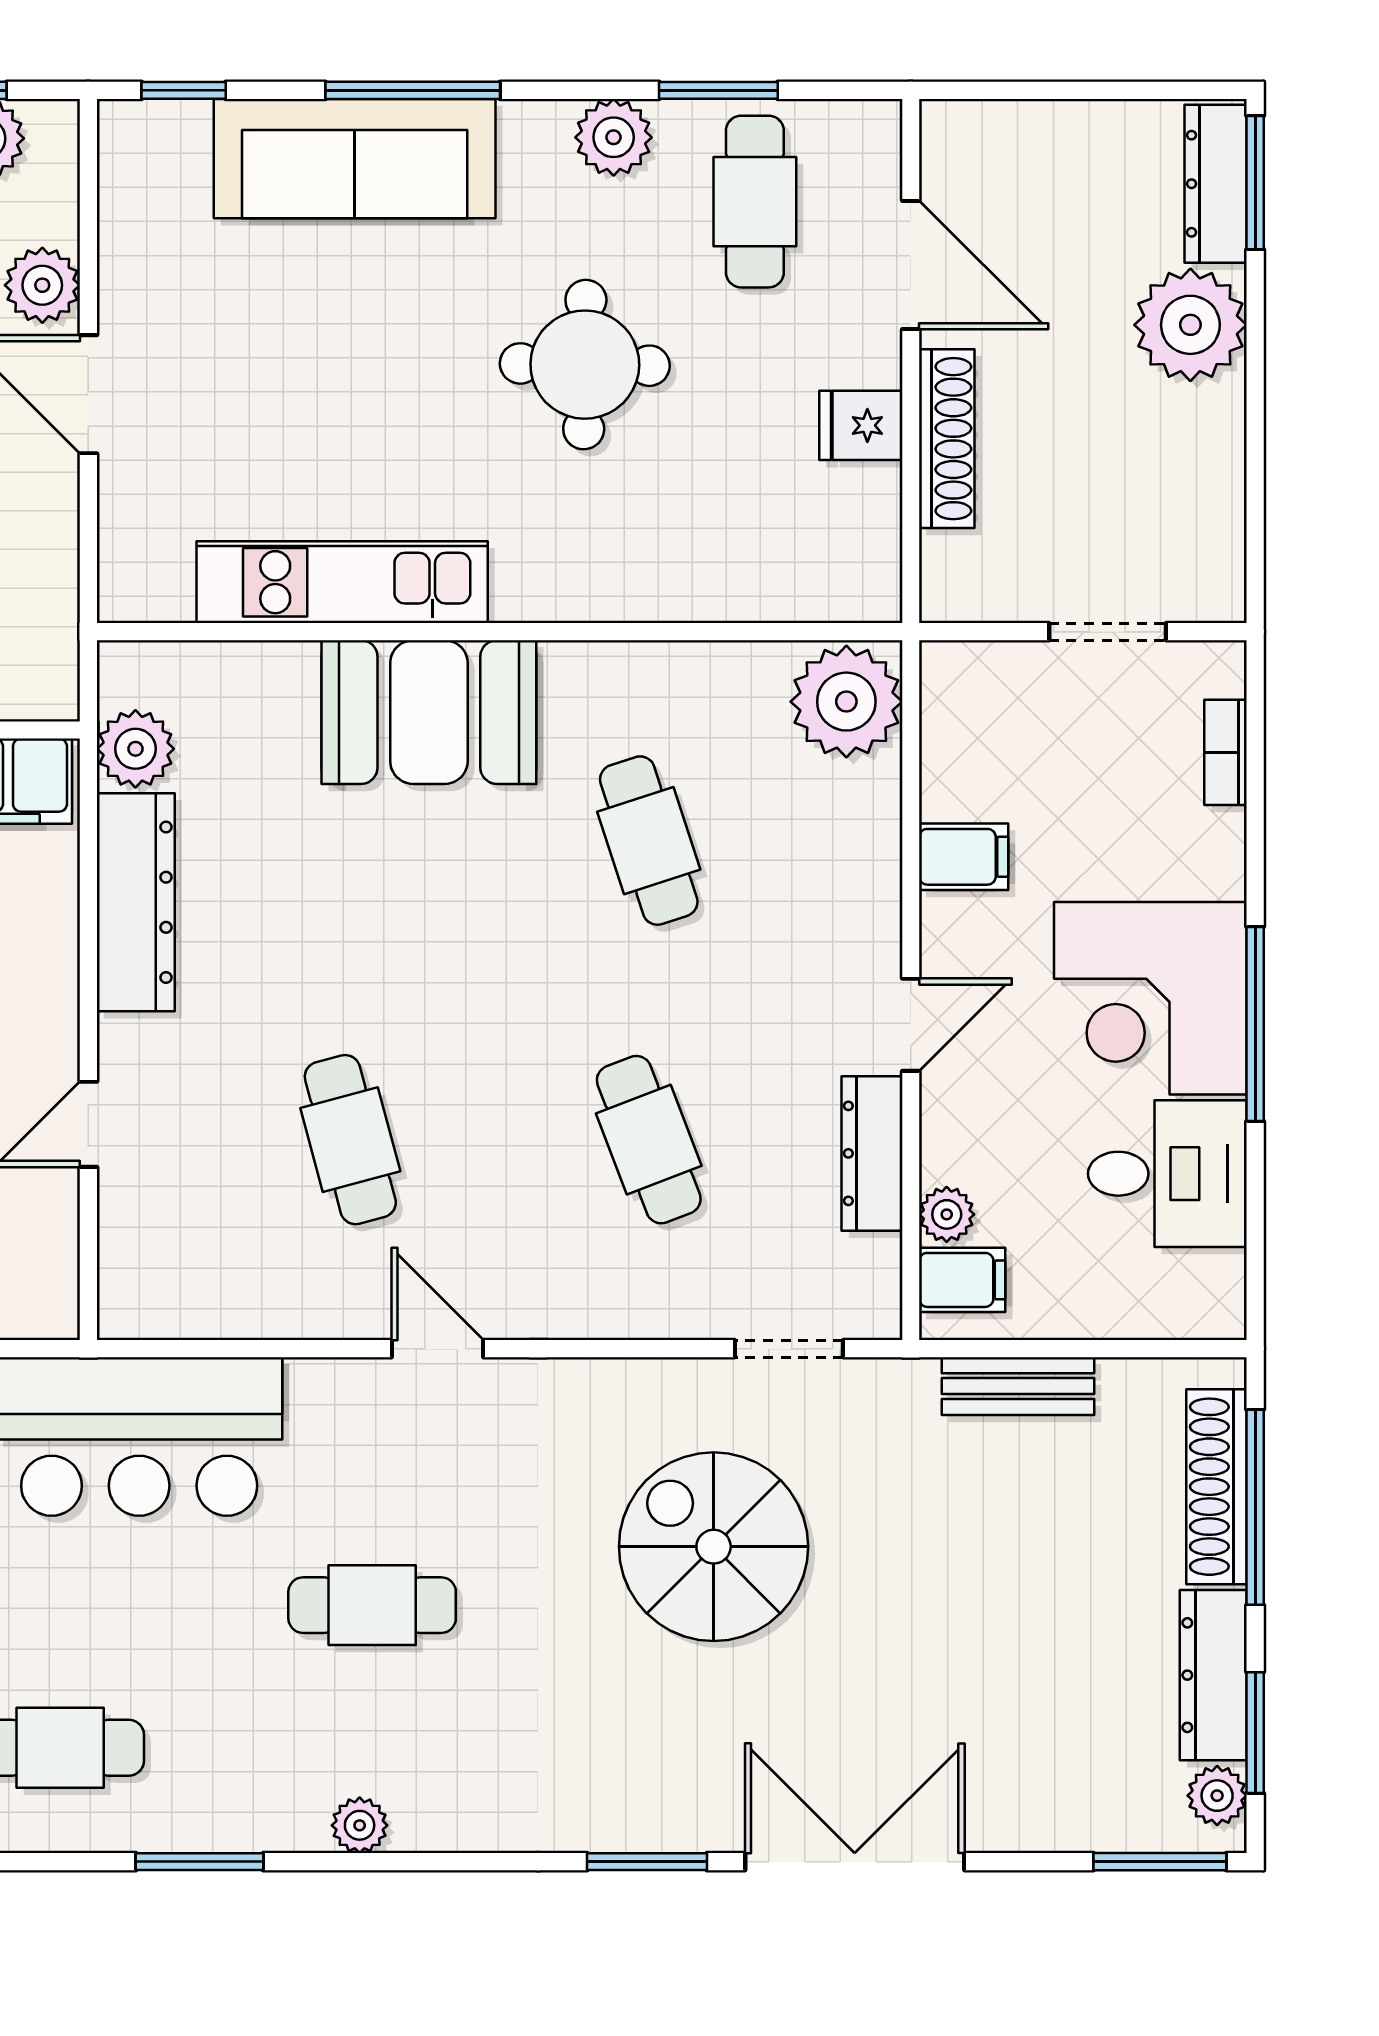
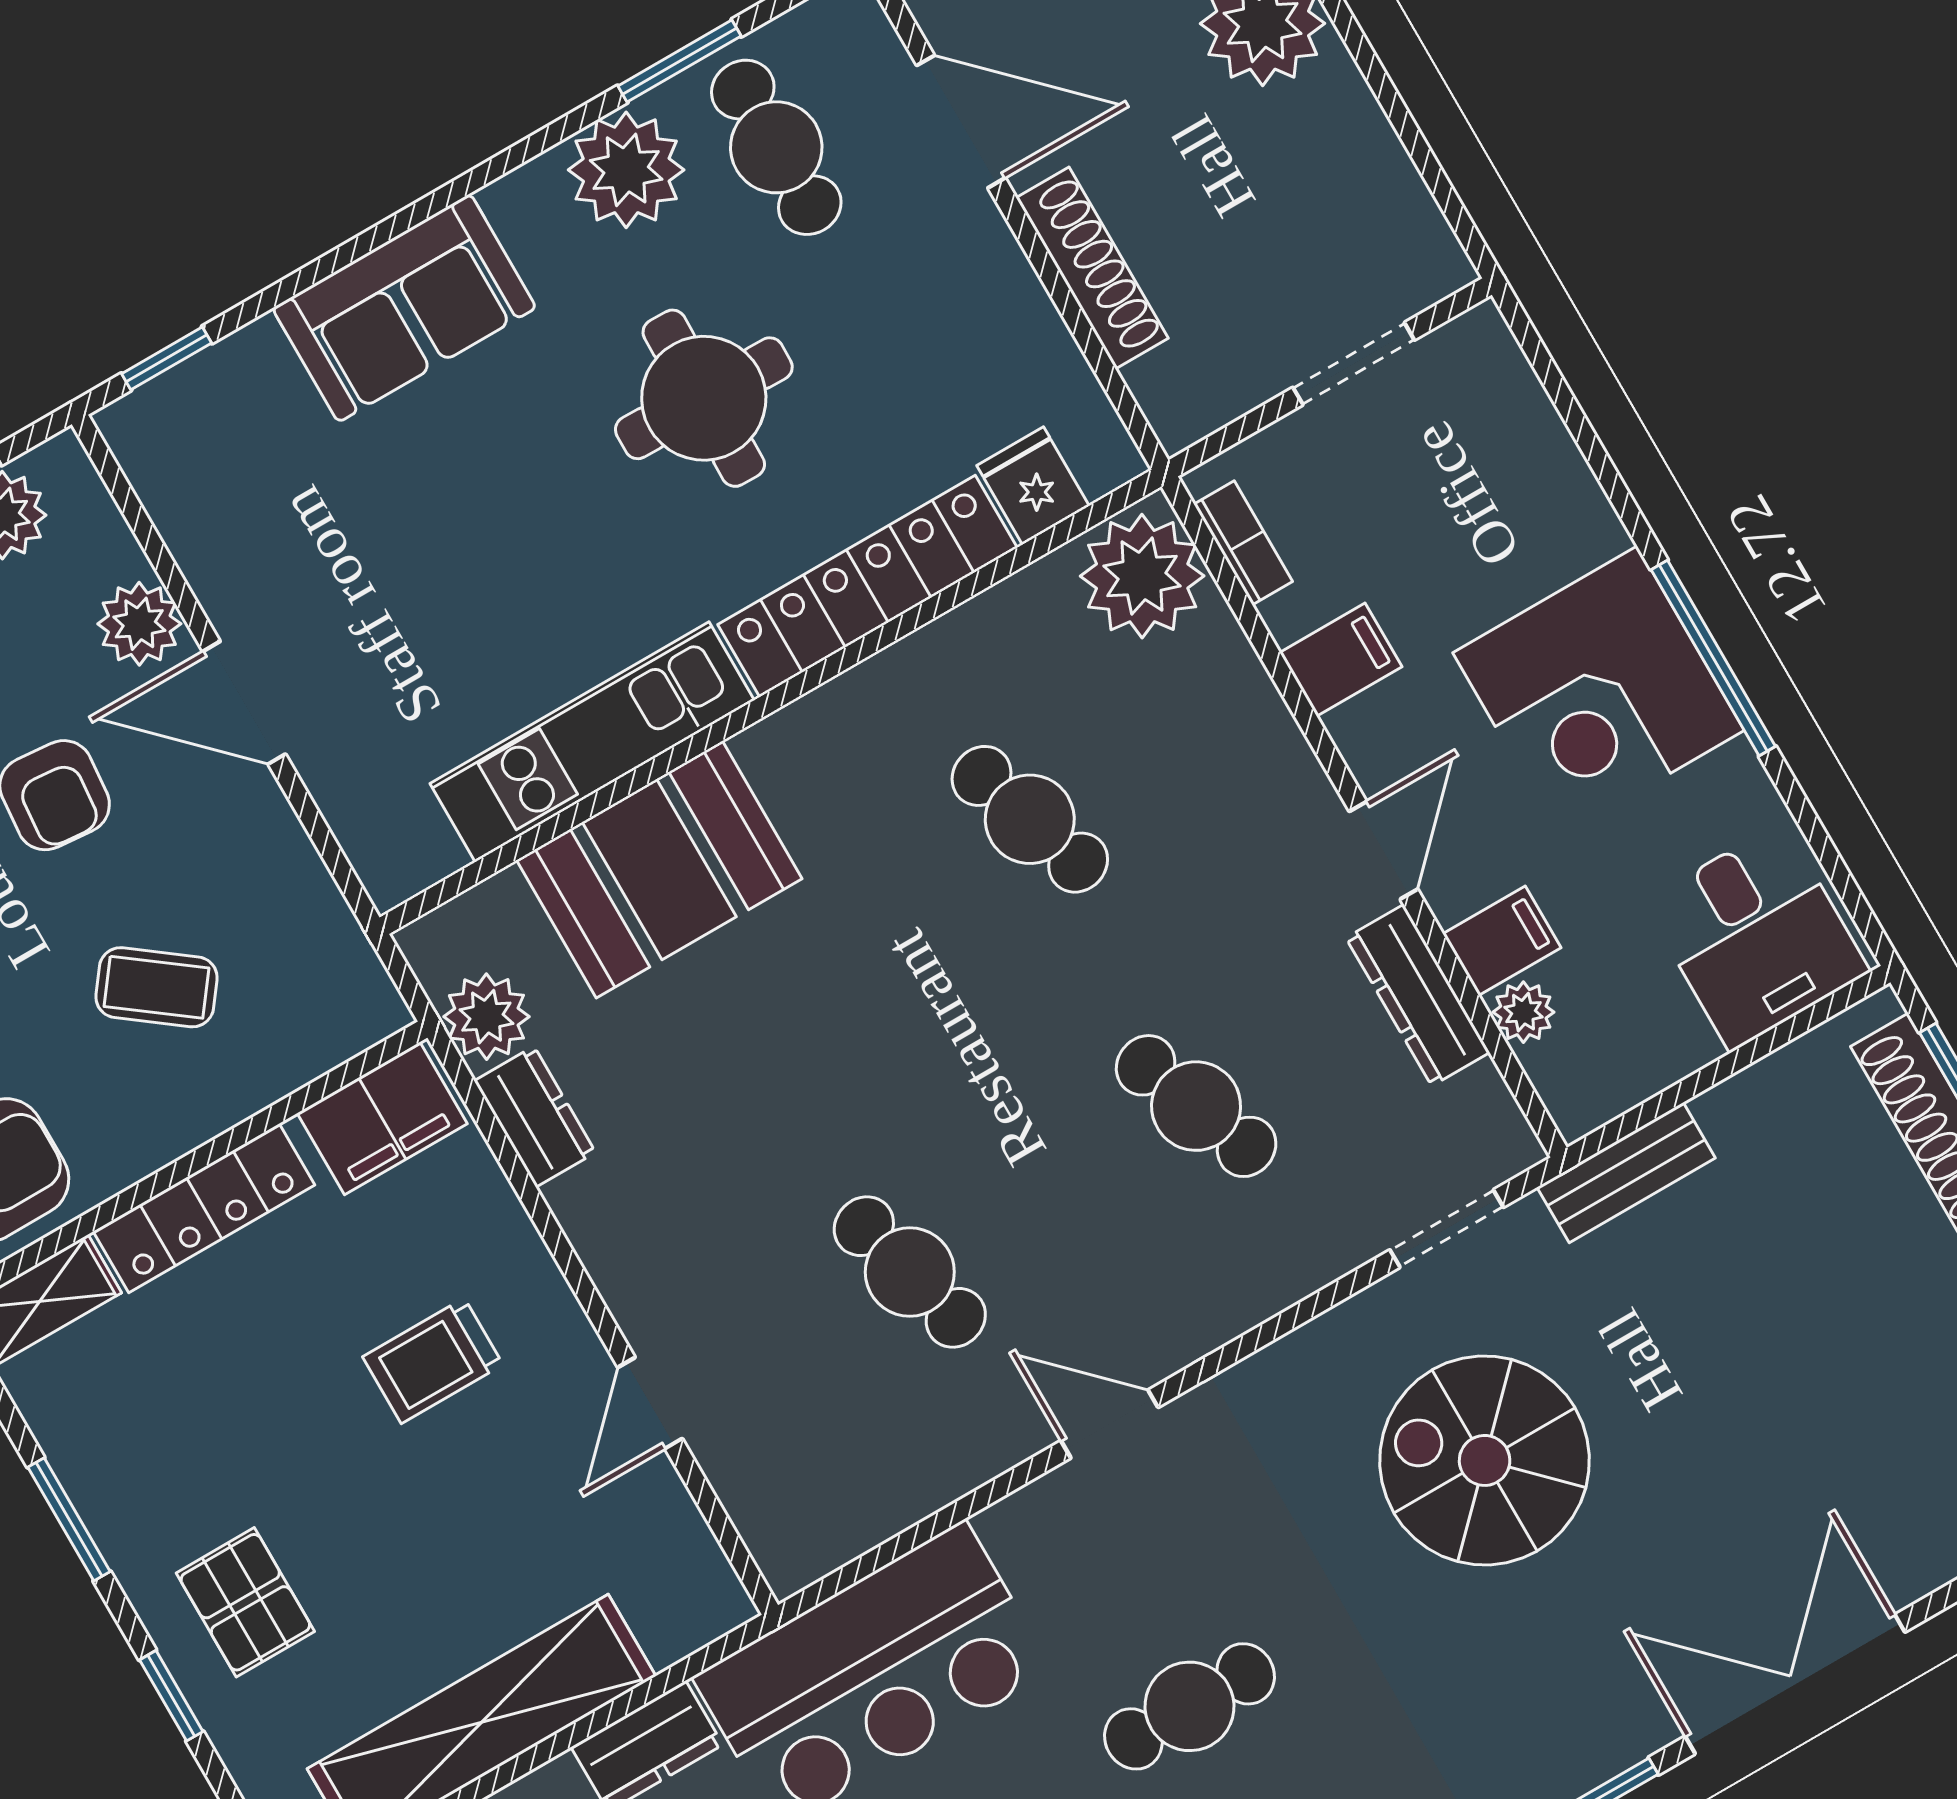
window: (413, 90) -> (386, 231), removed
plant: (614, 137) -> (626, 170), width x1.36, depth x1.36
sofa: (355, 159) -> (404, 308), width x0.73
fridge: (861, 425) -> (1033, 486), moved, turned 90
locker: (627, 585) -> (867, 586), added
booth: (429, 712) -> (659, 869), moved
bookcase: (1226, 752) -> (1243, 543), moved, turned 180
dresser: (136, 902) -> (535, 1117), width x0.51, depth x0.80
desk: (1167, 1174) -> (1756, 937), moved, turned 90
filing cabinet: (962, 1280) -> (1502, 941), moved
bench: (1018, 1386) -> (1626, 1173), moved

